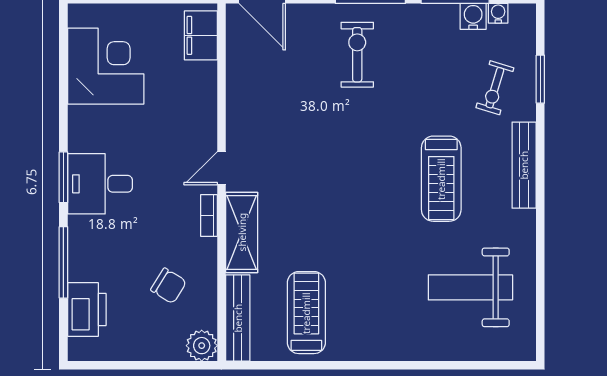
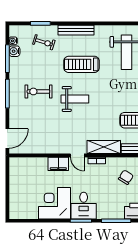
filing cabinet: (201, 35) -> (58, 164), moved
exercise bike: (357, 55) -> (38, 91), moved
corner desk: (106, 66) -> (55, 203), moved
weight bench: (358, 163) -> (75, 99), added
treadmill: (441, 179) -> (82, 64), turned 180

